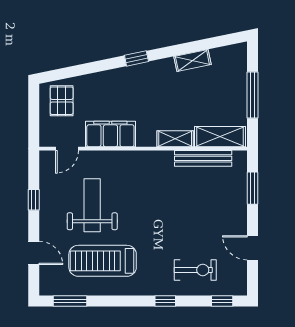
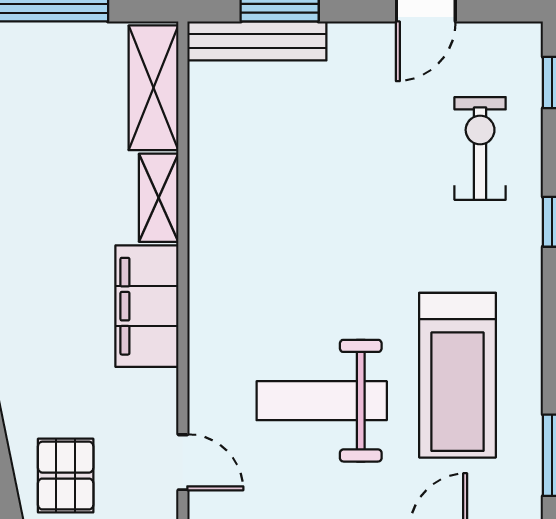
pallet: (62, 101) -> (66, 476), turned 90
filing cabinet: (110, 134) -> (147, 306), moved
bench: (203, 158) -> (257, 41), moved, turned 90

